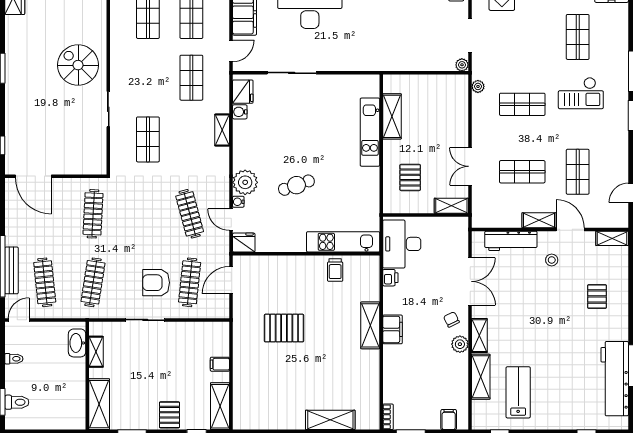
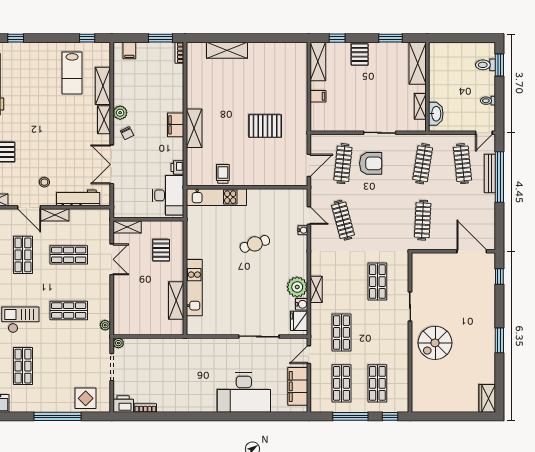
spiral stairs: (78, 65) -> (435, 343), turned 90
plant: (245, 182) -> (297, 287), moved
fridge: (244, 243) -> (298, 197), removed

